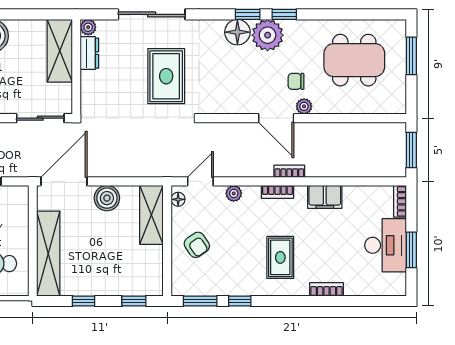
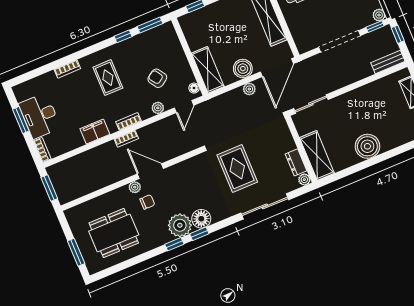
plant: (109, 169) -> (249, 89), added
armchair: (197, 245) -> (157, 78), moved

